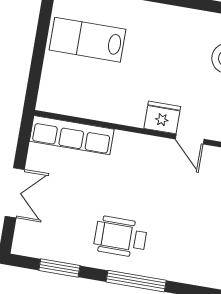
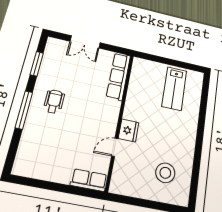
lab bench: (88, 40) -> (174, 89), turned 180
wheelchair: (120, 237) -> (54, 101), width x0.73, depth x0.73

